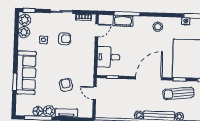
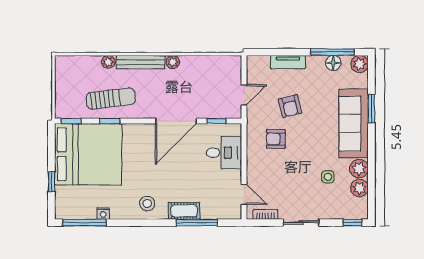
plant: (25, 20) -> (359, 168), moved
cot: (123, 21) -> (184, 211), moved
door: (97, 30) -> (244, 194), swing flipped
armchair: (65, 39) -> (276, 139), moved
door: (149, 78) -> (176, 121), moved
door: (95, 93) -> (244, 95), hinge flipped
plant: (49, 111) -> (360, 64), moved

